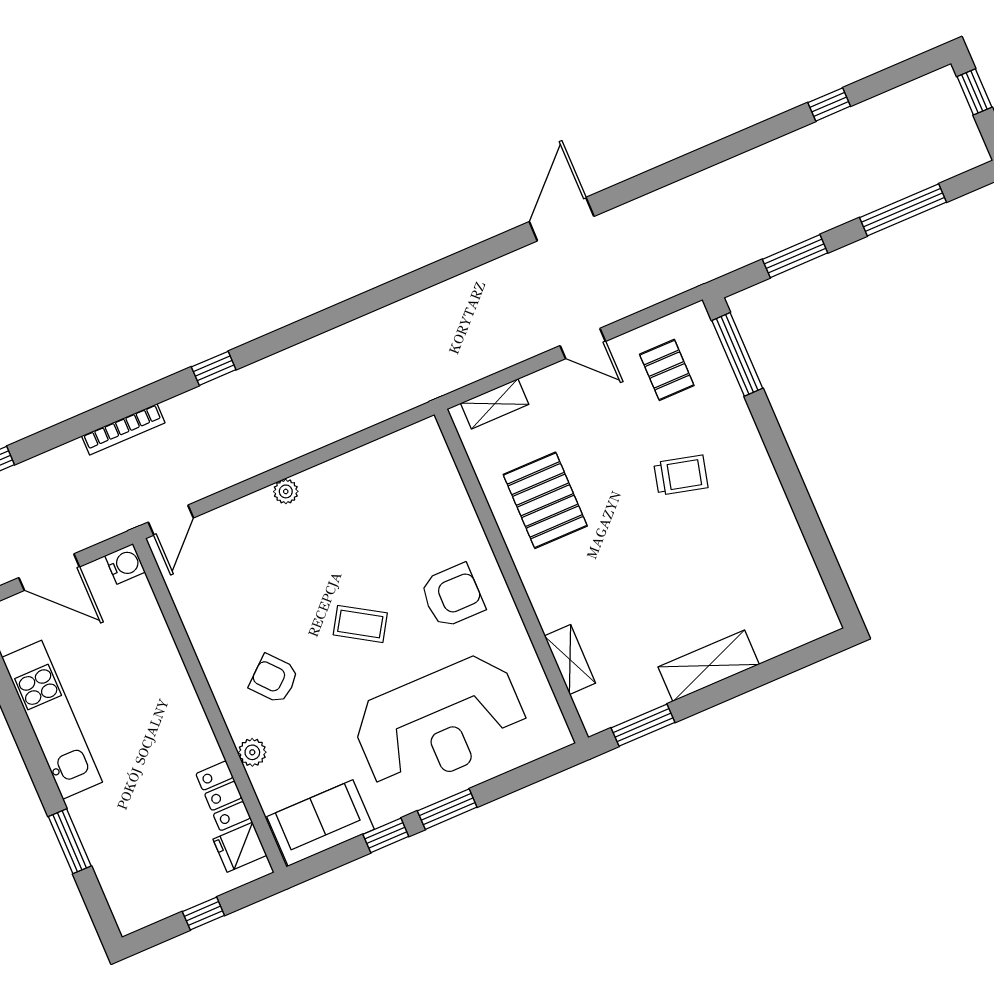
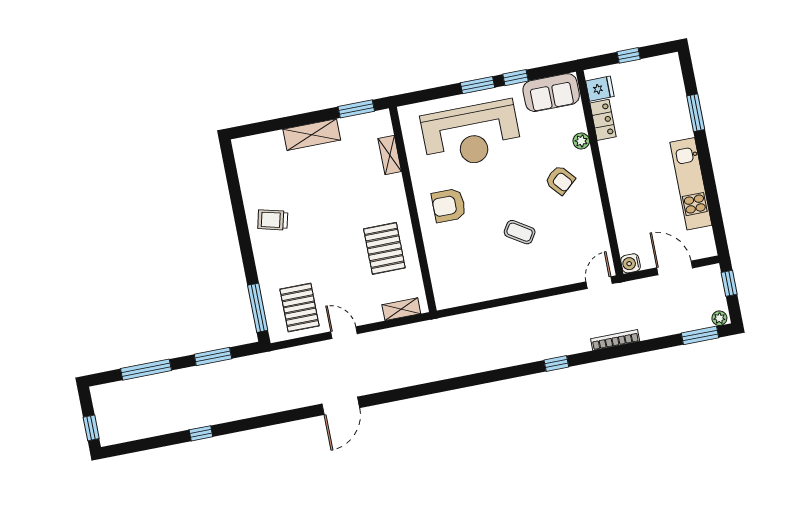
window: (829, 104) -> (201, 433), moved
pallet: (667, 370) -> (300, 307), width x1.50, depth x1.42
trolley: (681, 475) -> (273, 220), moved
plant: (286, 491) -> (531, 285), removed
coffee table: (360, 624) -> (520, 232), moved
reception desk: (440, 723) -> (471, 135), turned 180

